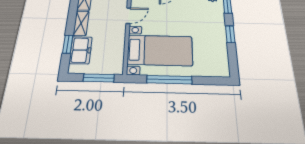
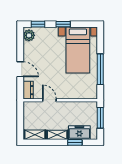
bed with nightstands: (160, 50) -> (78, 50), moved, turned 180

